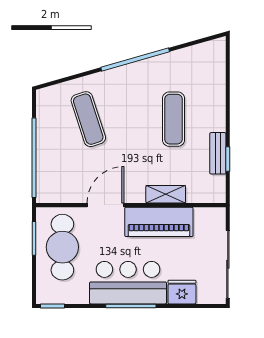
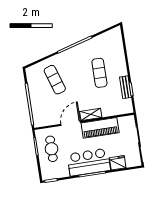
shelving: (166, 194) -> (91, 114), moved
cafe table: (62, 247) -> (51, 149), width x0.73, depth x0.74

